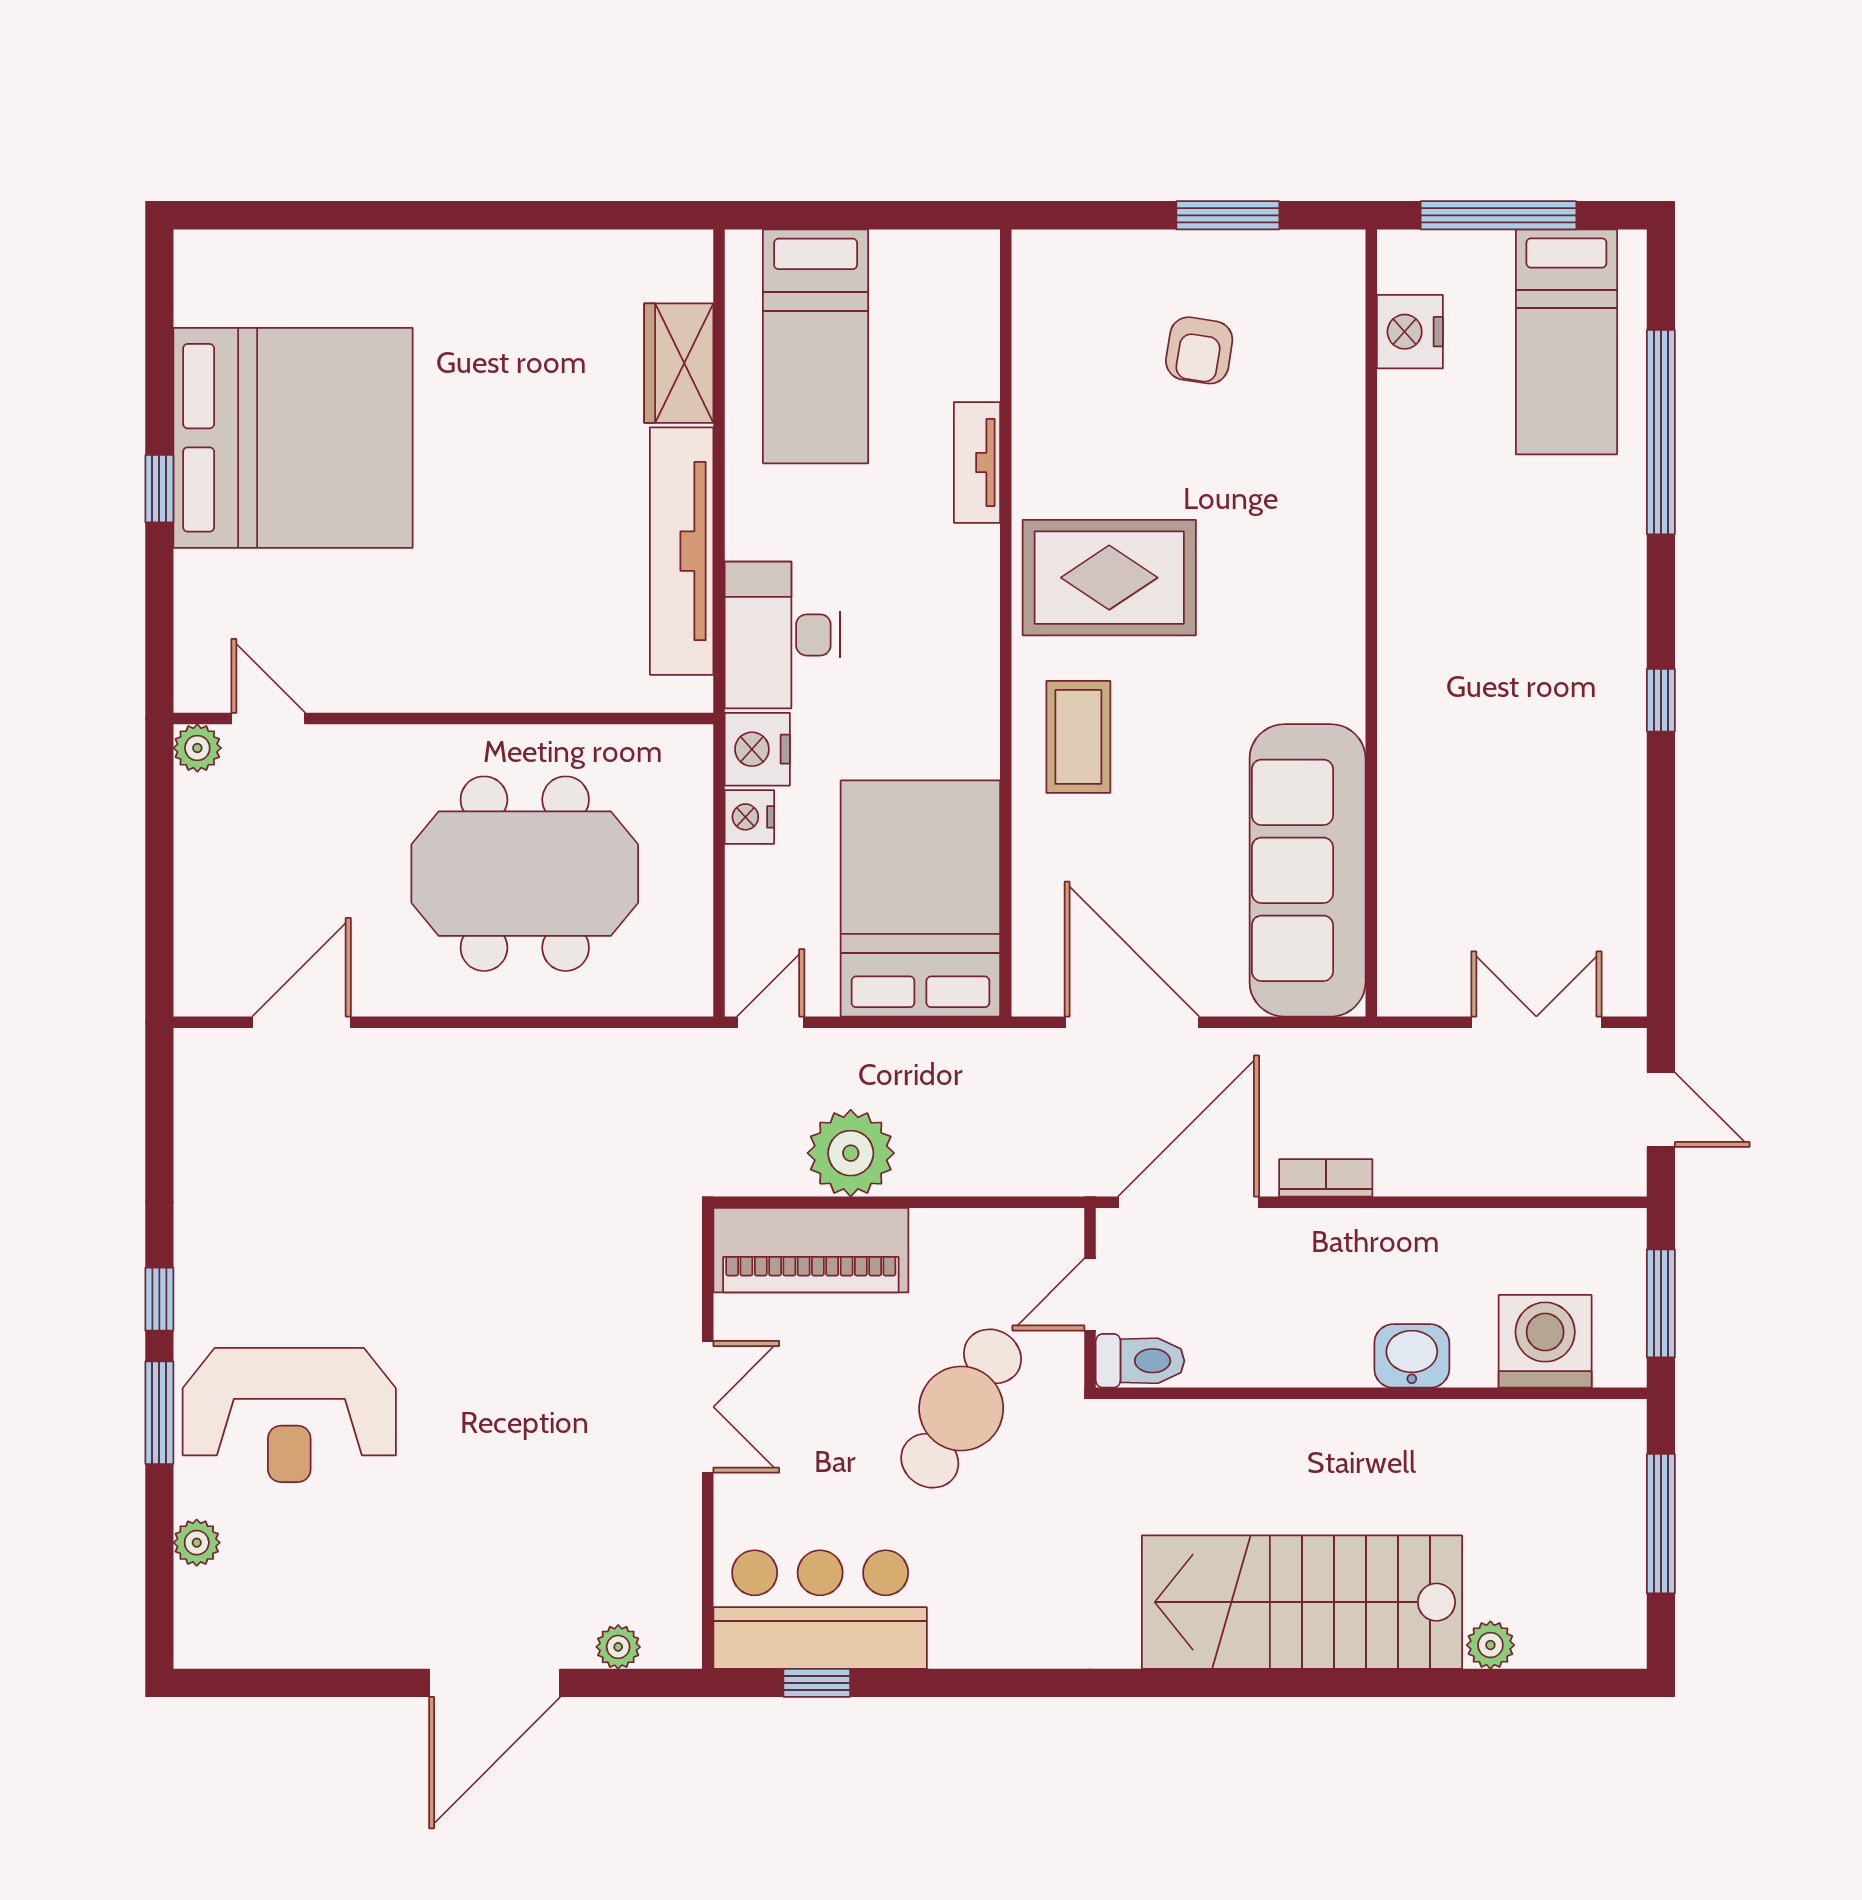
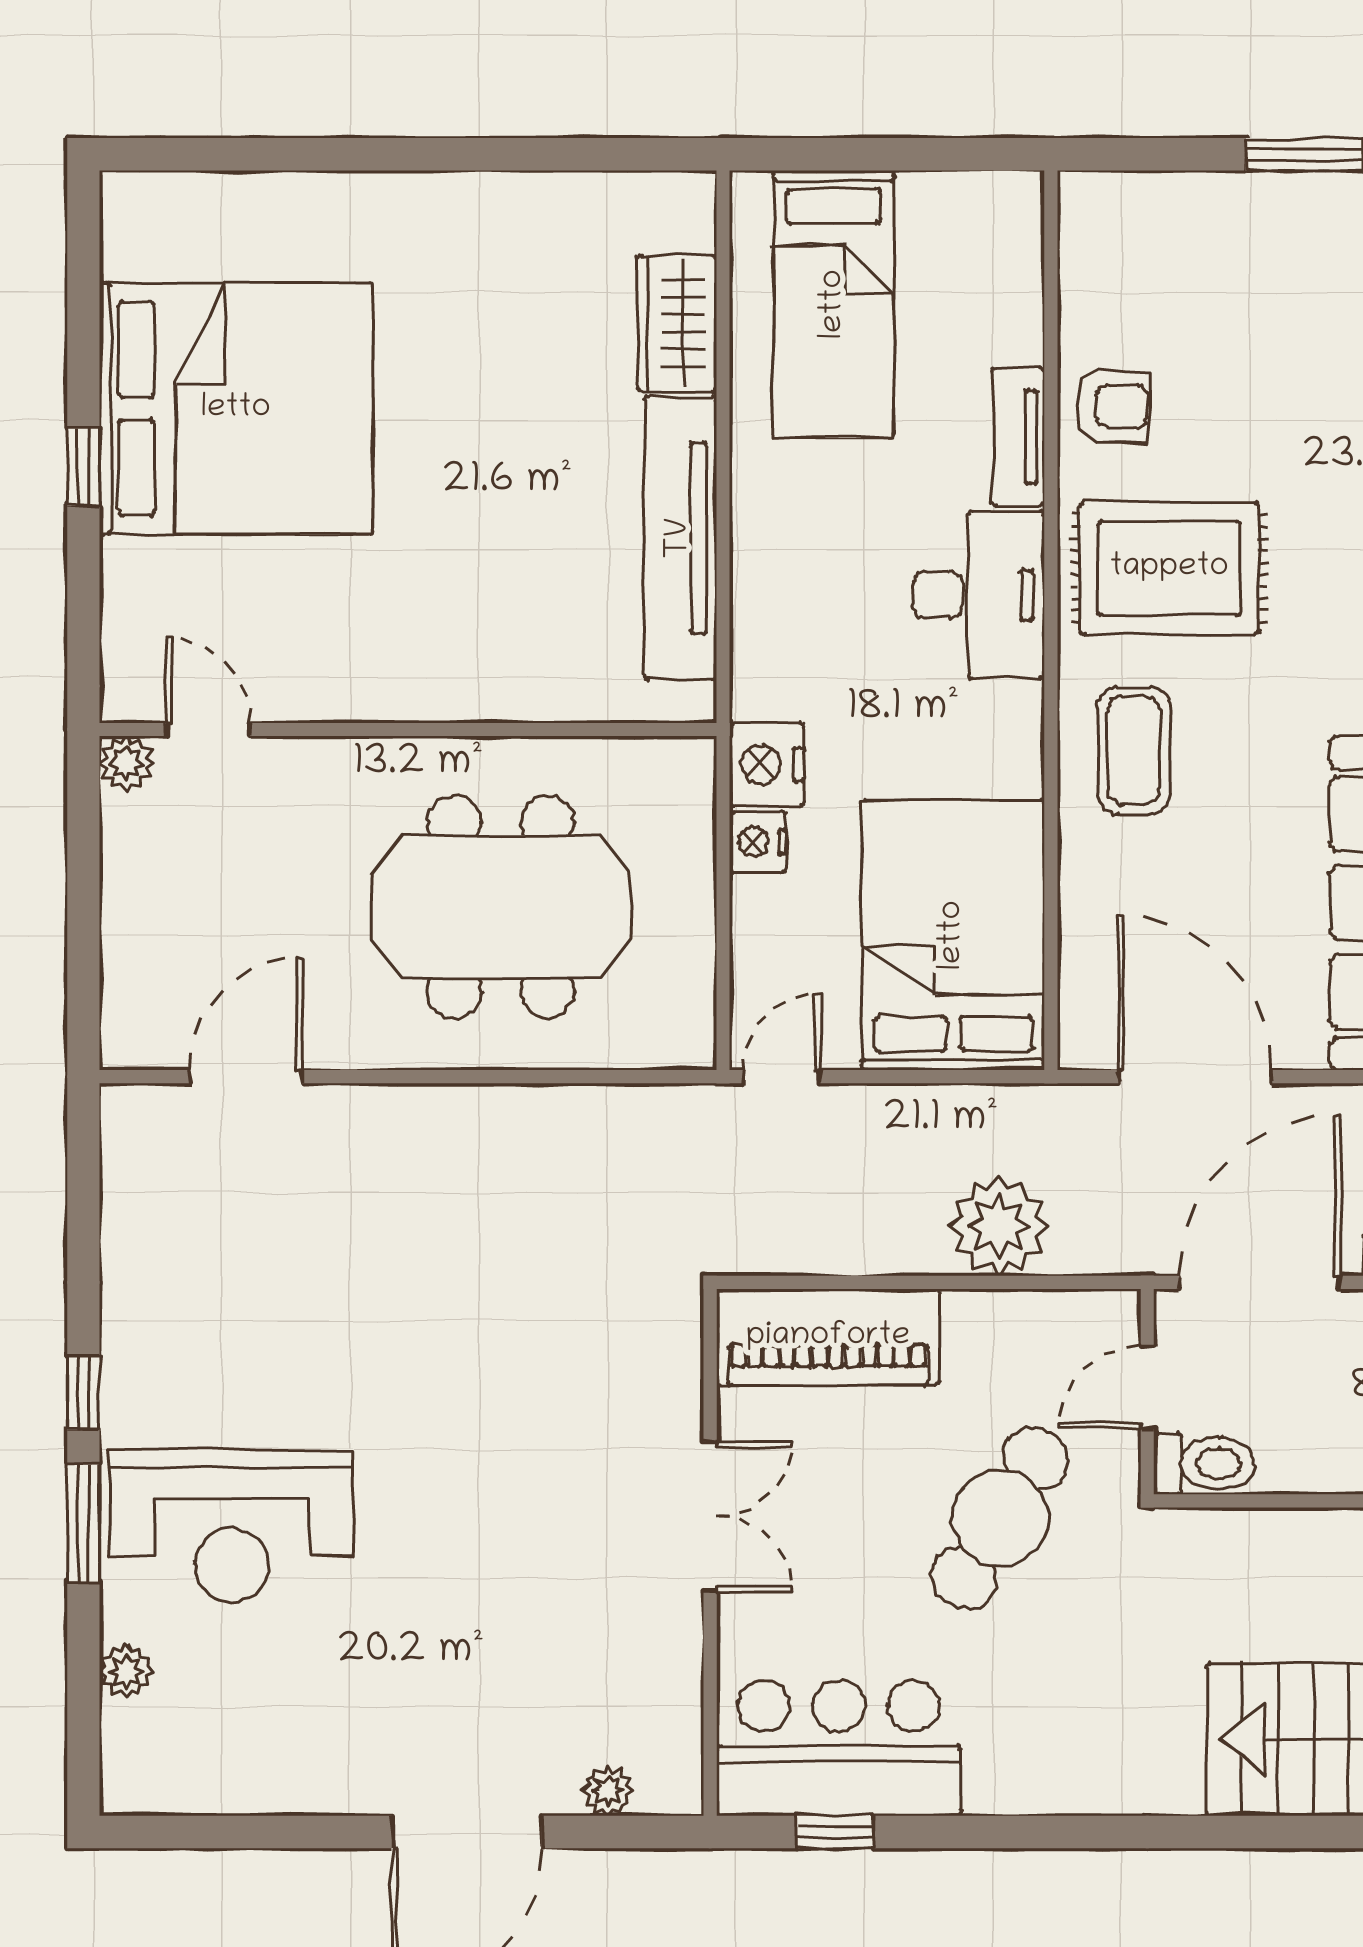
armchair: (1199, 350) -> (1112, 406), moved, turned -97
desk: (782, 635) -> (978, 595), moved, turned 180
plant: (851, 1153) -> (999, 1226), moved

